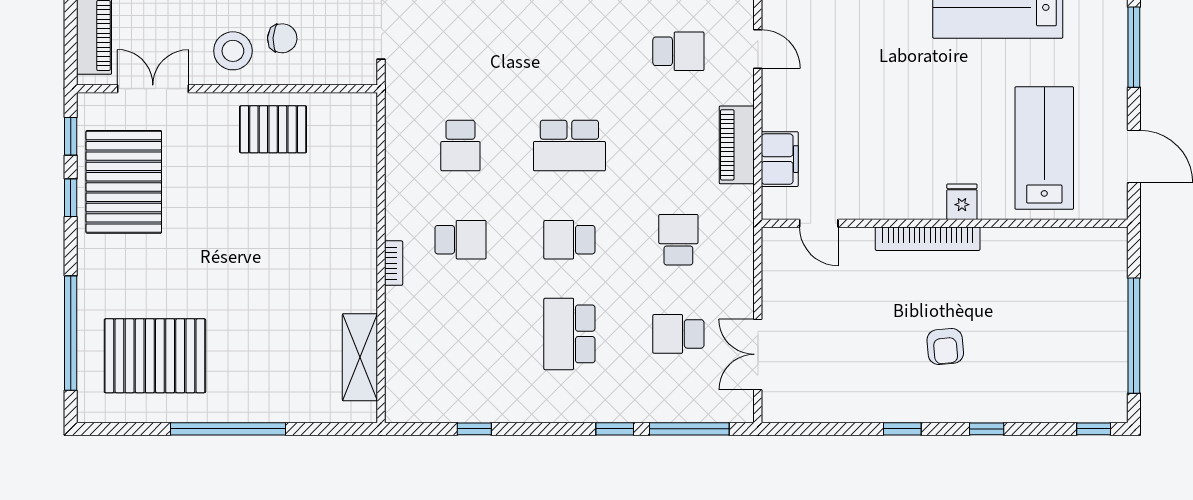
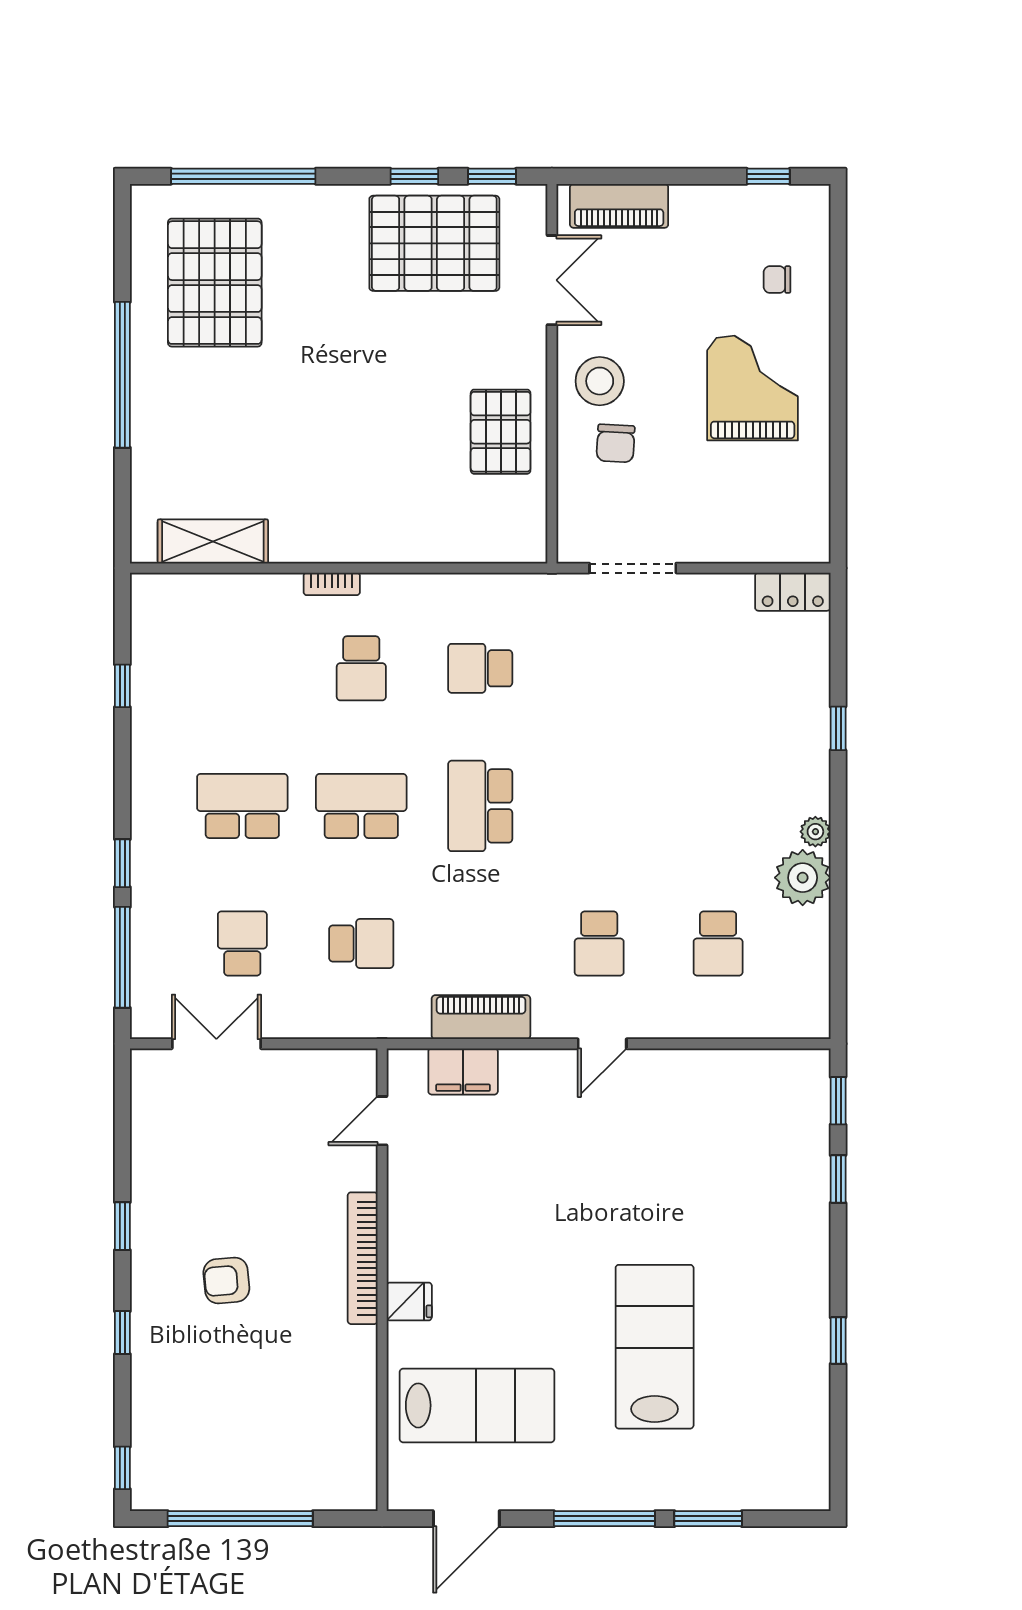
school desk: (569, 240) -> (361, 806), width x1.85

